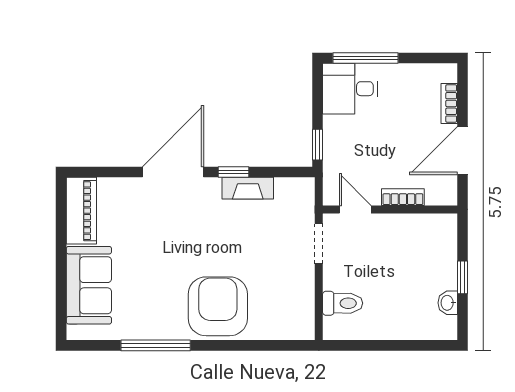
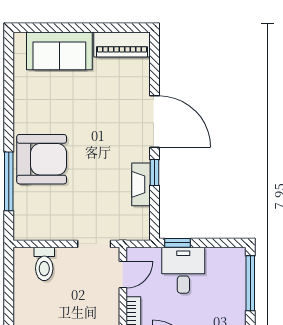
desk: (350, 89) -> (183, 270), moved
window: (156, 345) -> (9, 181), moved

